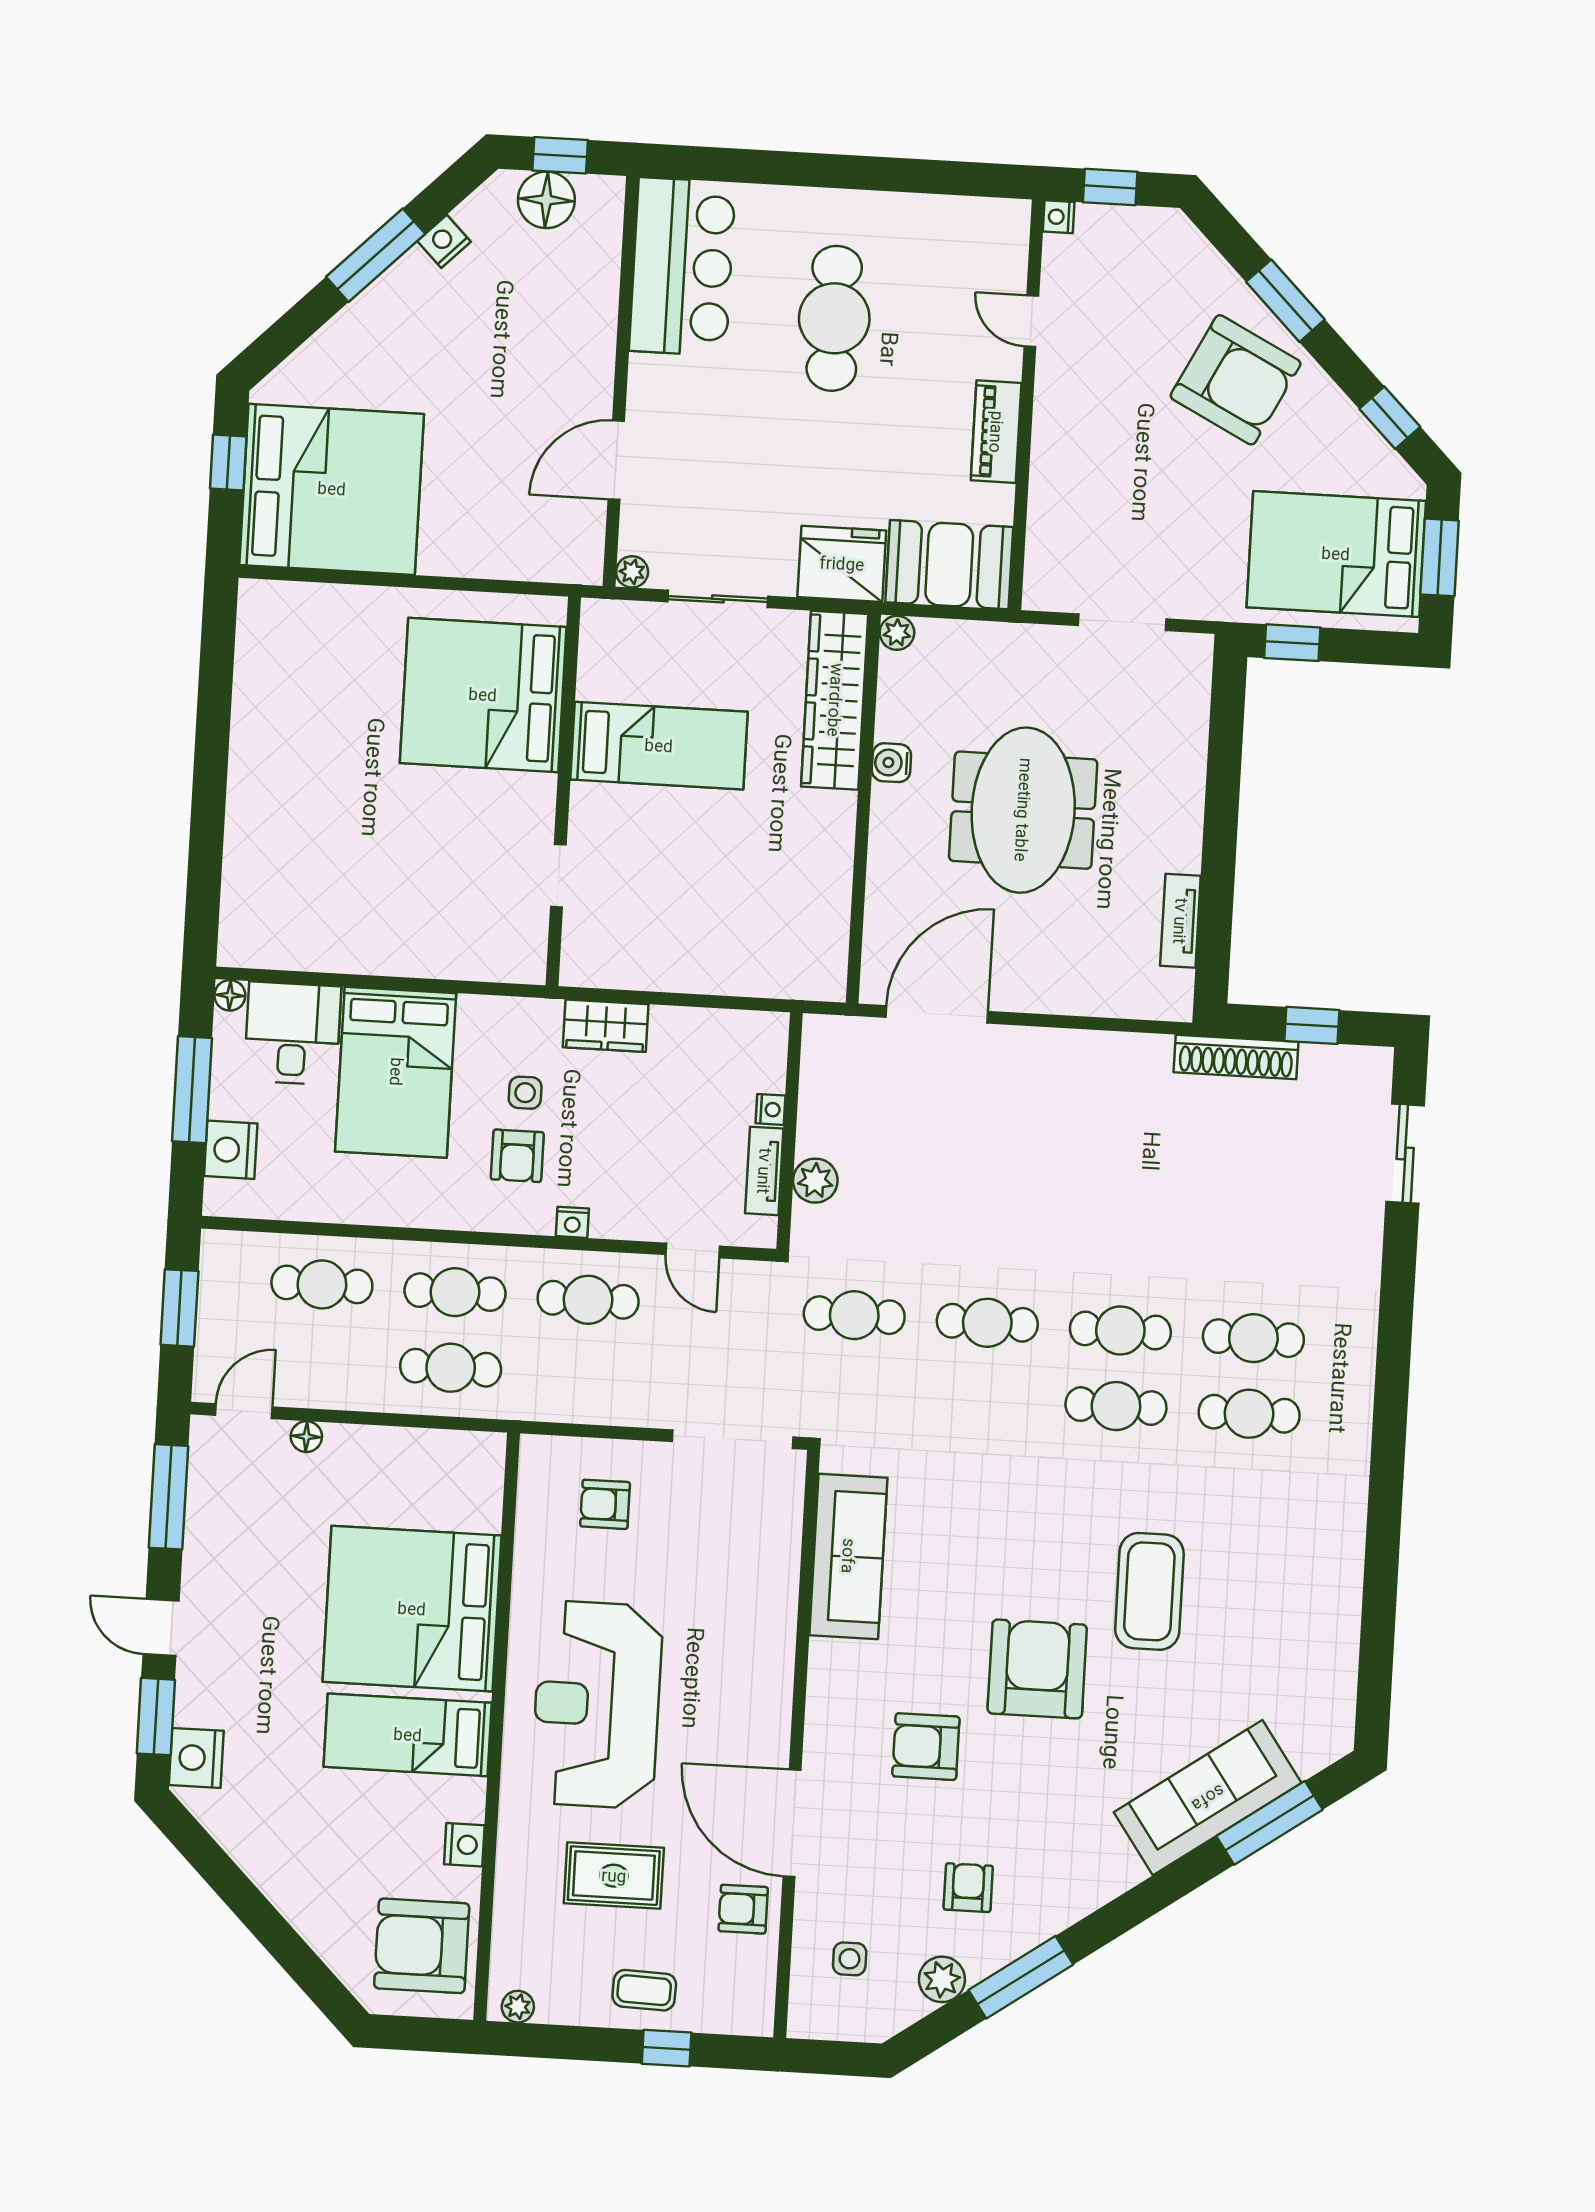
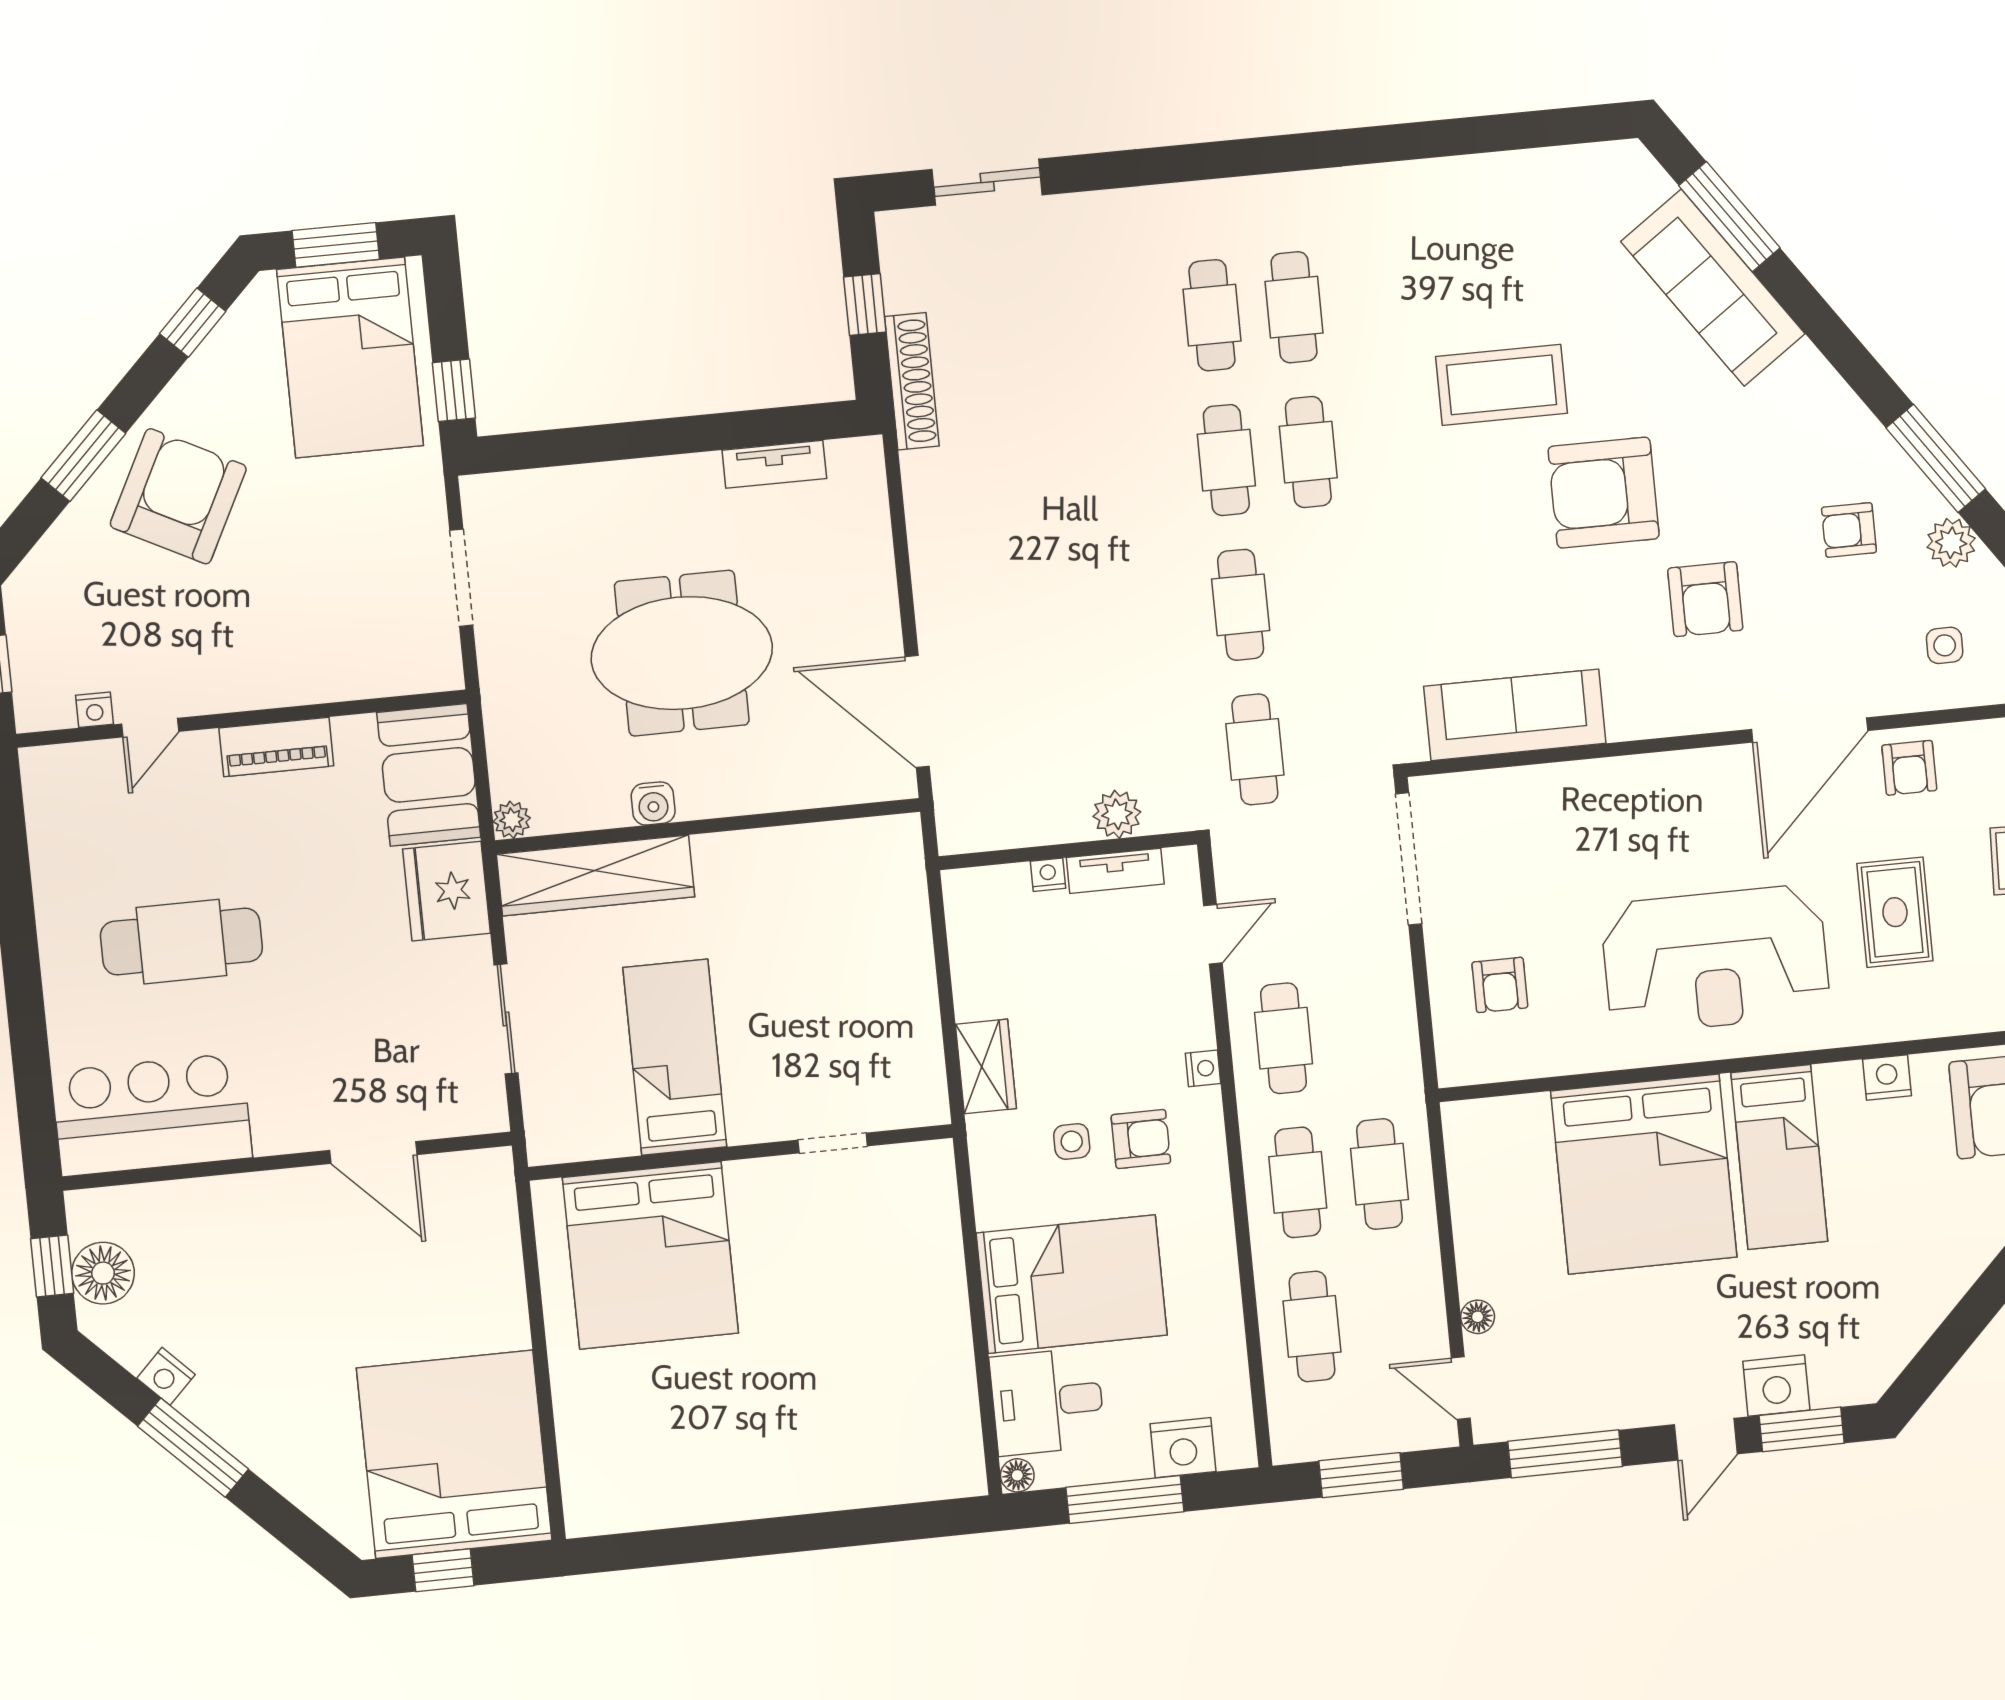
nightstand: (1059, 217) -> (94, 710), moved
plant: (632, 572) -> (491, 1116), removed
nightstand: (196, 1758) -> (1776, 1386), moved

